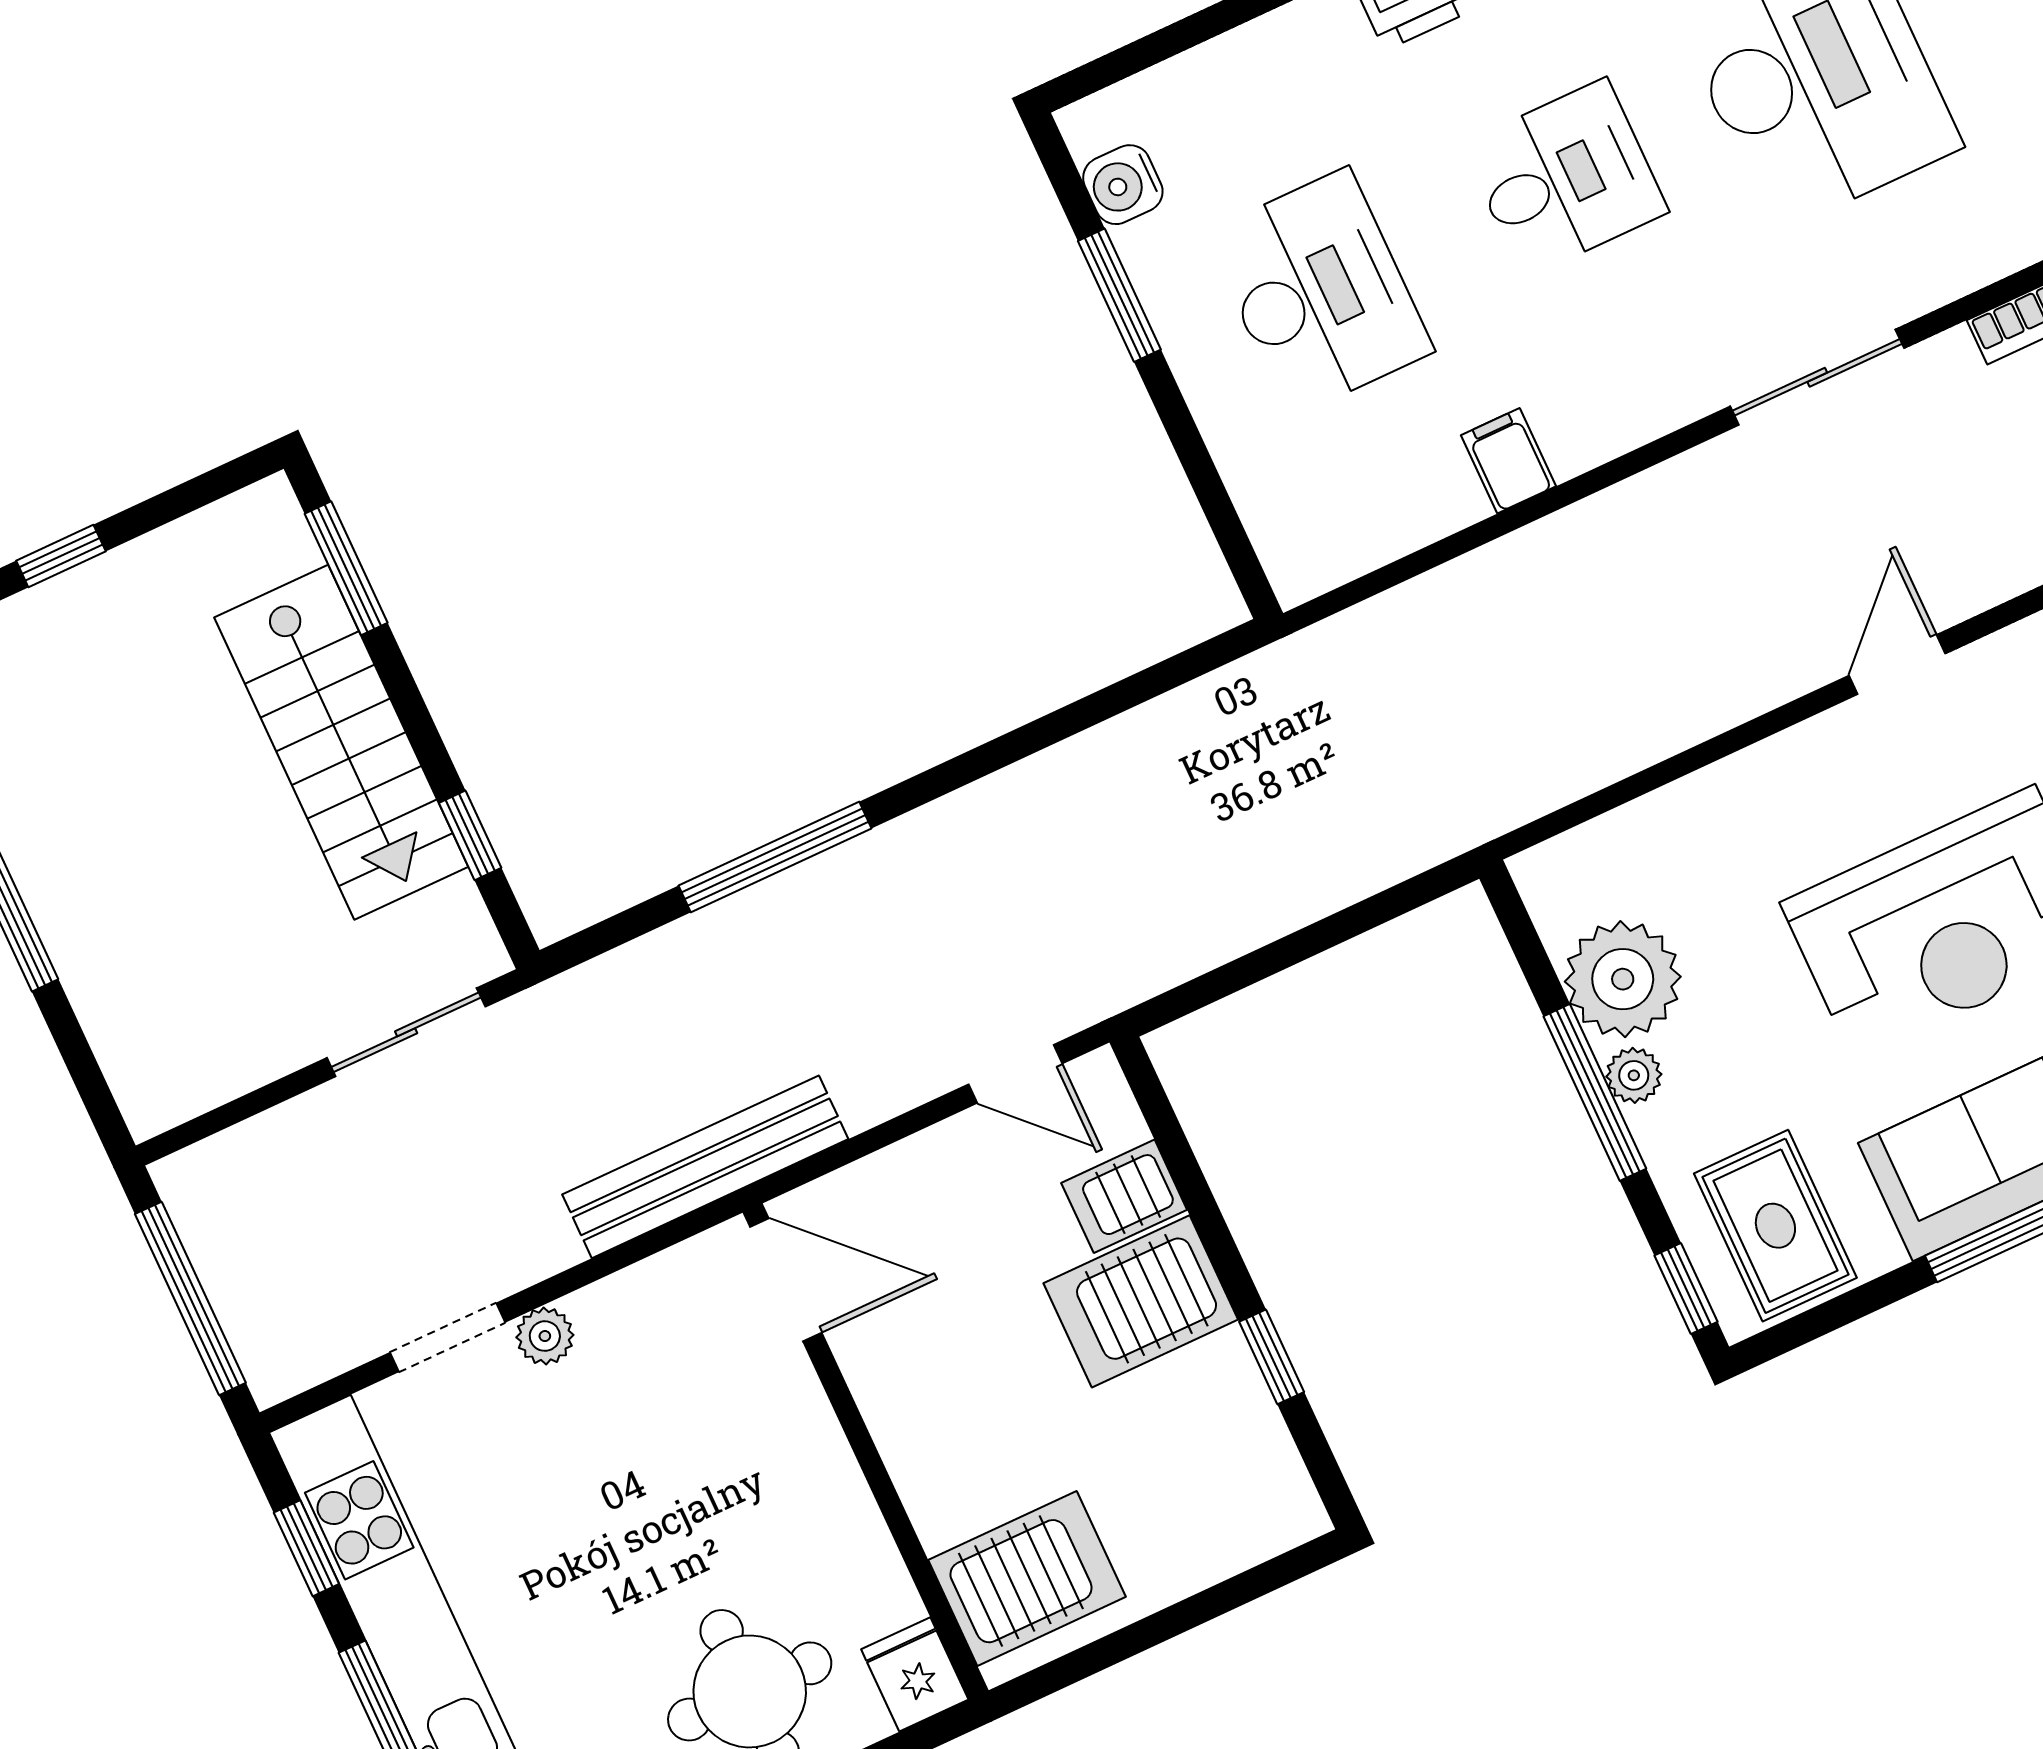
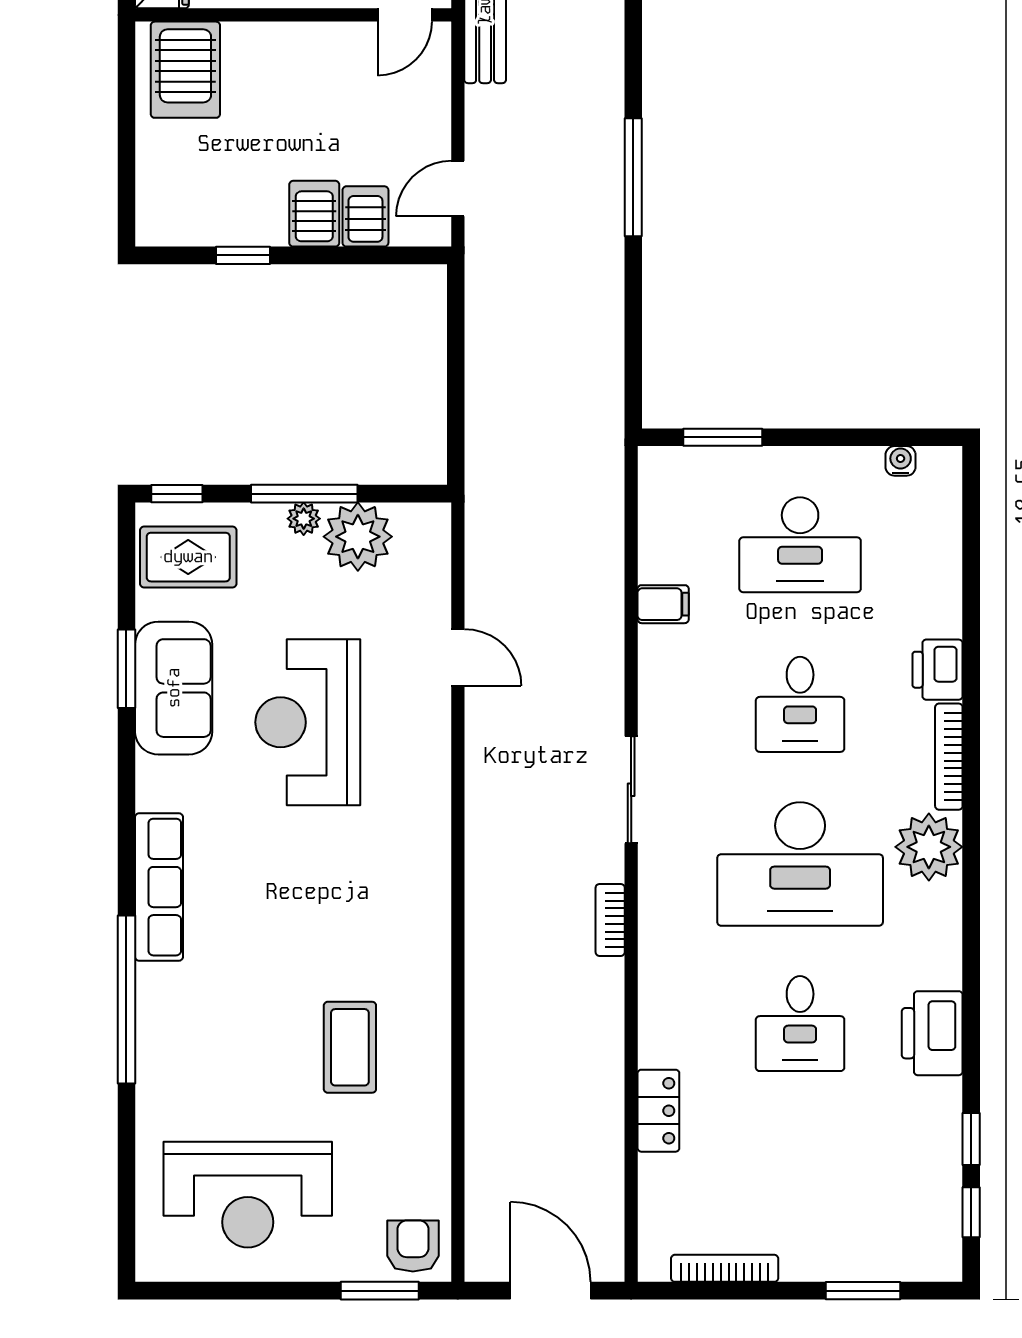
water cooler: (1123, 185) -> (901, 461), width x0.72, depth x0.72
window: (1119, 295) -> (723, 437), moved
door: (1897, 665) -> (458, 657), moved
window: (775, 857) -> (633, 177), moved
door: (786, 1280) -> (405, 15), width x0.73
server rack: (1141, 1301) -> (314, 214), width x0.73, depth x0.70

